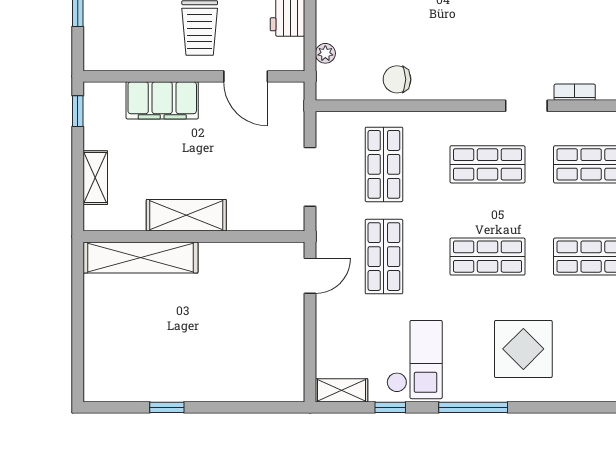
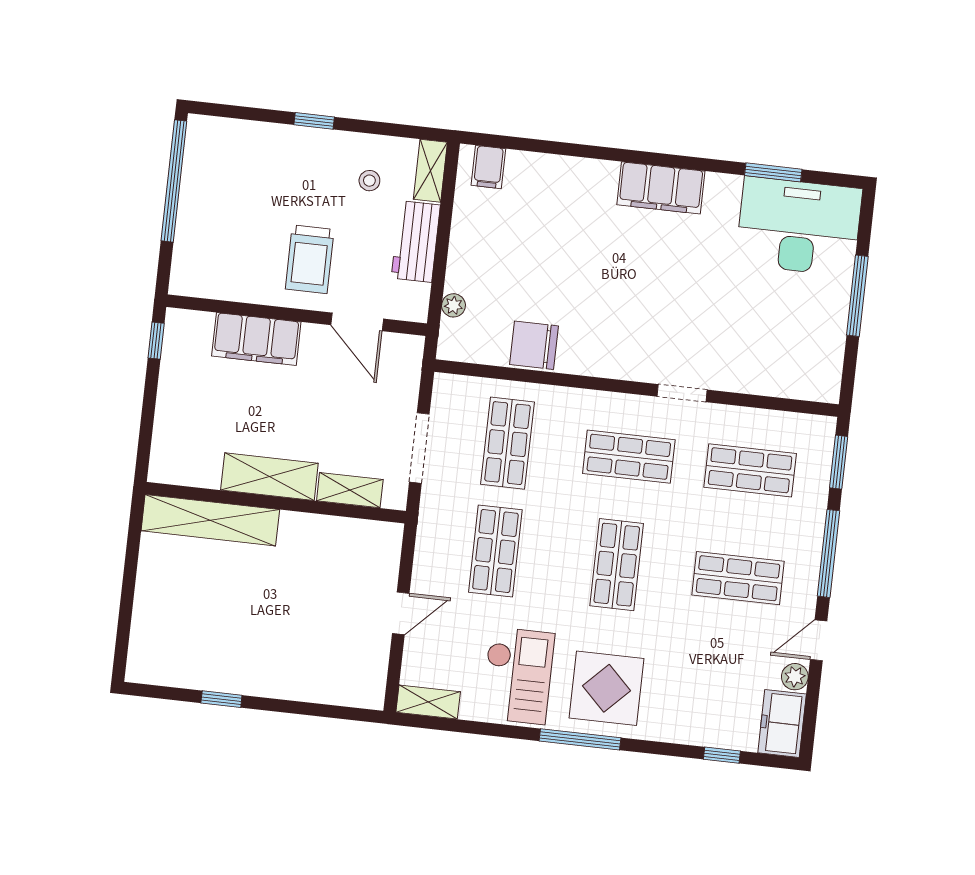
chair: (397, 79) -> (534, 345), width x1.37, depth x1.37
bookcase: (575, 92) -> (740, 384), removed
shelving: (95, 178) -> (350, 490), moved, turned 90
shop shelf: (488, 257) -> (617, 565), turned 90
door: (310, 276) -> (401, 613), moved
display table: (523, 349) -> (606, 688), moved
window: (390, 407) -> (722, 755), moved

